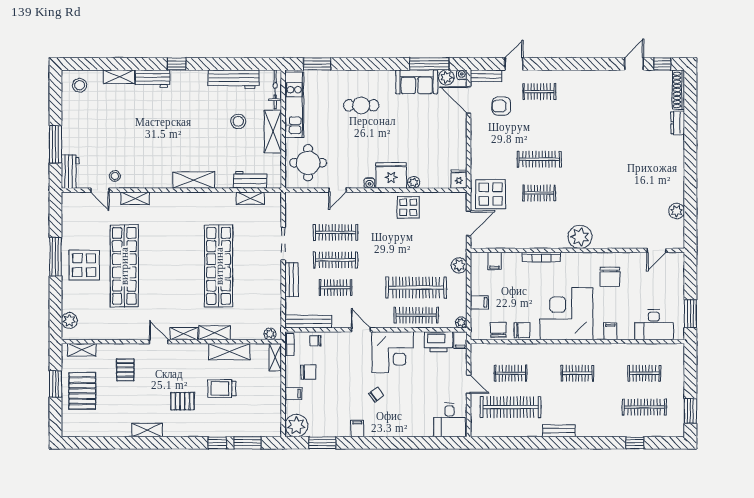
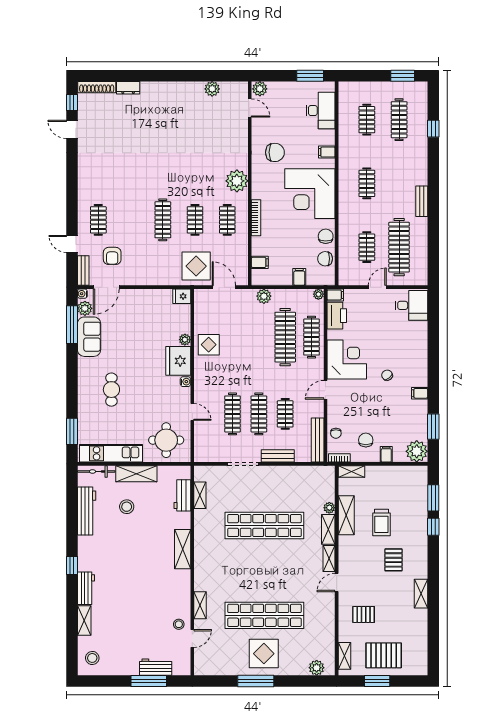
workbench: (70, 172) -> (156, 667), moved
clothes rail: (539, 227) -> (227, 220), added
plant: (677, 261) -> (260, 89), added
plant: (270, 334) -> (329, 508), moved

